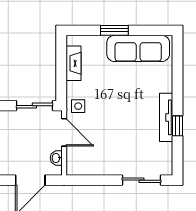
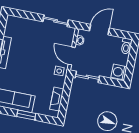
sliding door: (141, 180) -> (56, 21), moved

